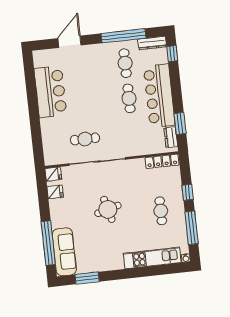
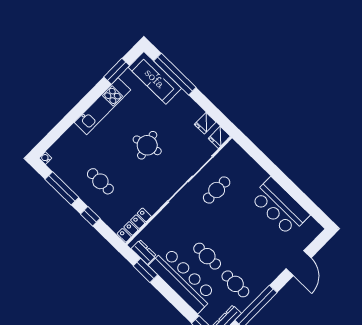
kitchen unit: (152, 258) -> (102, 106), moved

